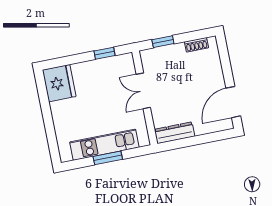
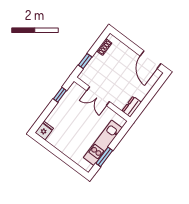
fridge: (59, 83) -> (44, 130), width x0.53, depth x0.75
dresser: (175, 133) -> (132, 107), width x0.70
window: (108, 158) -> (104, 157), moved

